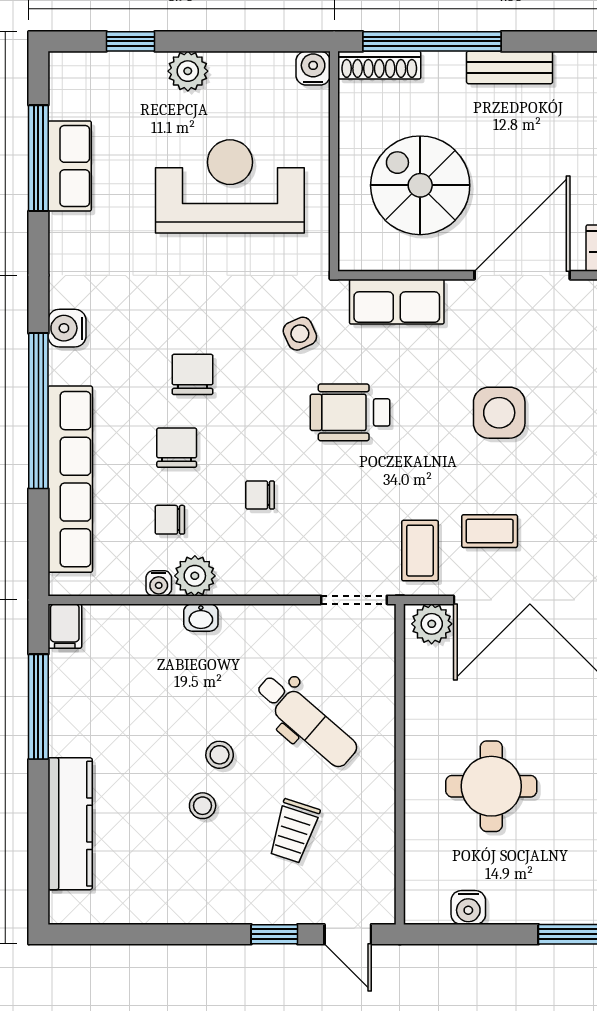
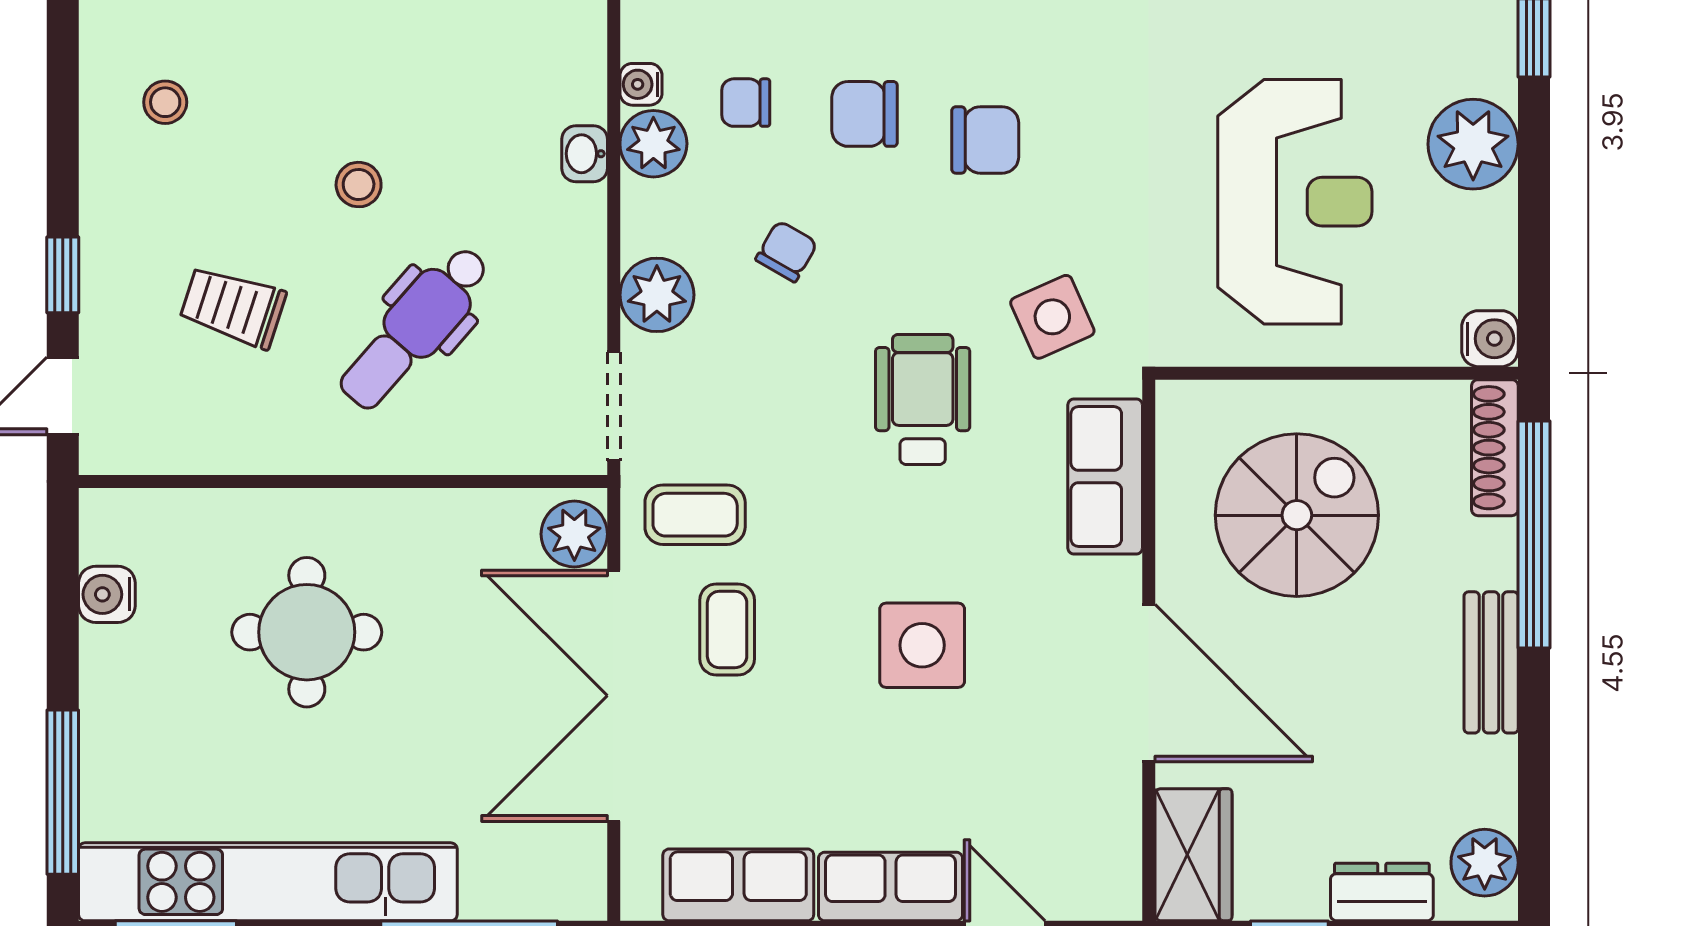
plant: (188, 71) -> (1473, 144), width x1.36, depth x1.36
side table: (300, 334) -> (1052, 317), width x1.37, depth x1.37
chair: (177, 448) -> (865, 114), turned 180
chair: (260, 495) -> (787, 251), turned 30
chair: (170, 520) -> (746, 103), turned -90
plant: (287, 574) -> (657, 295), added
stool: (203, 806) -> (165, 102), moved

